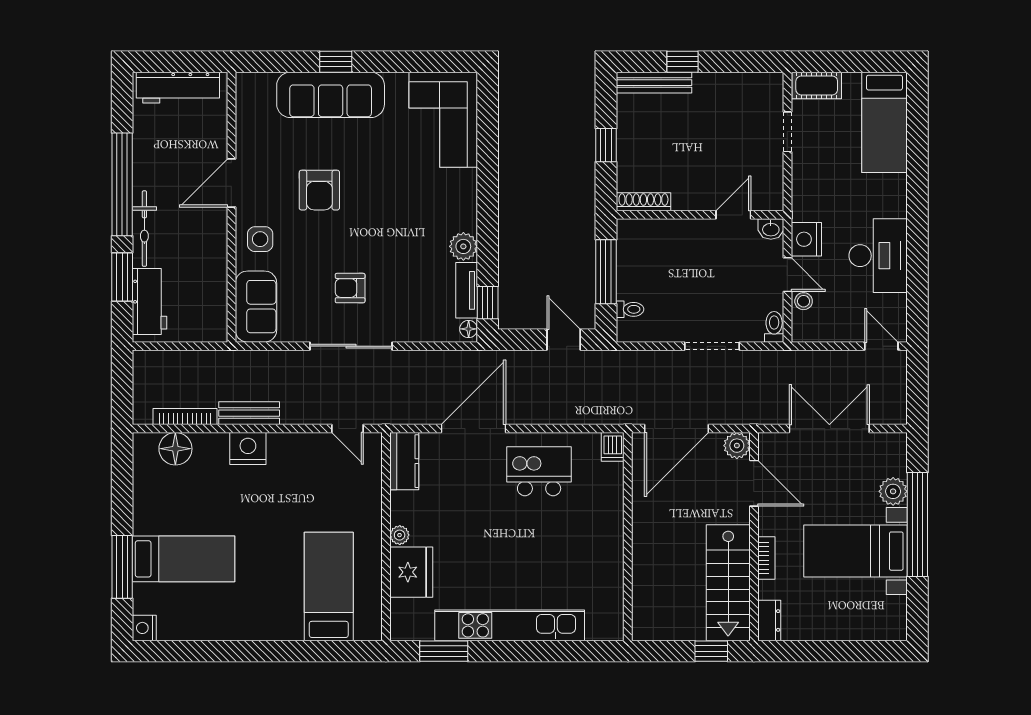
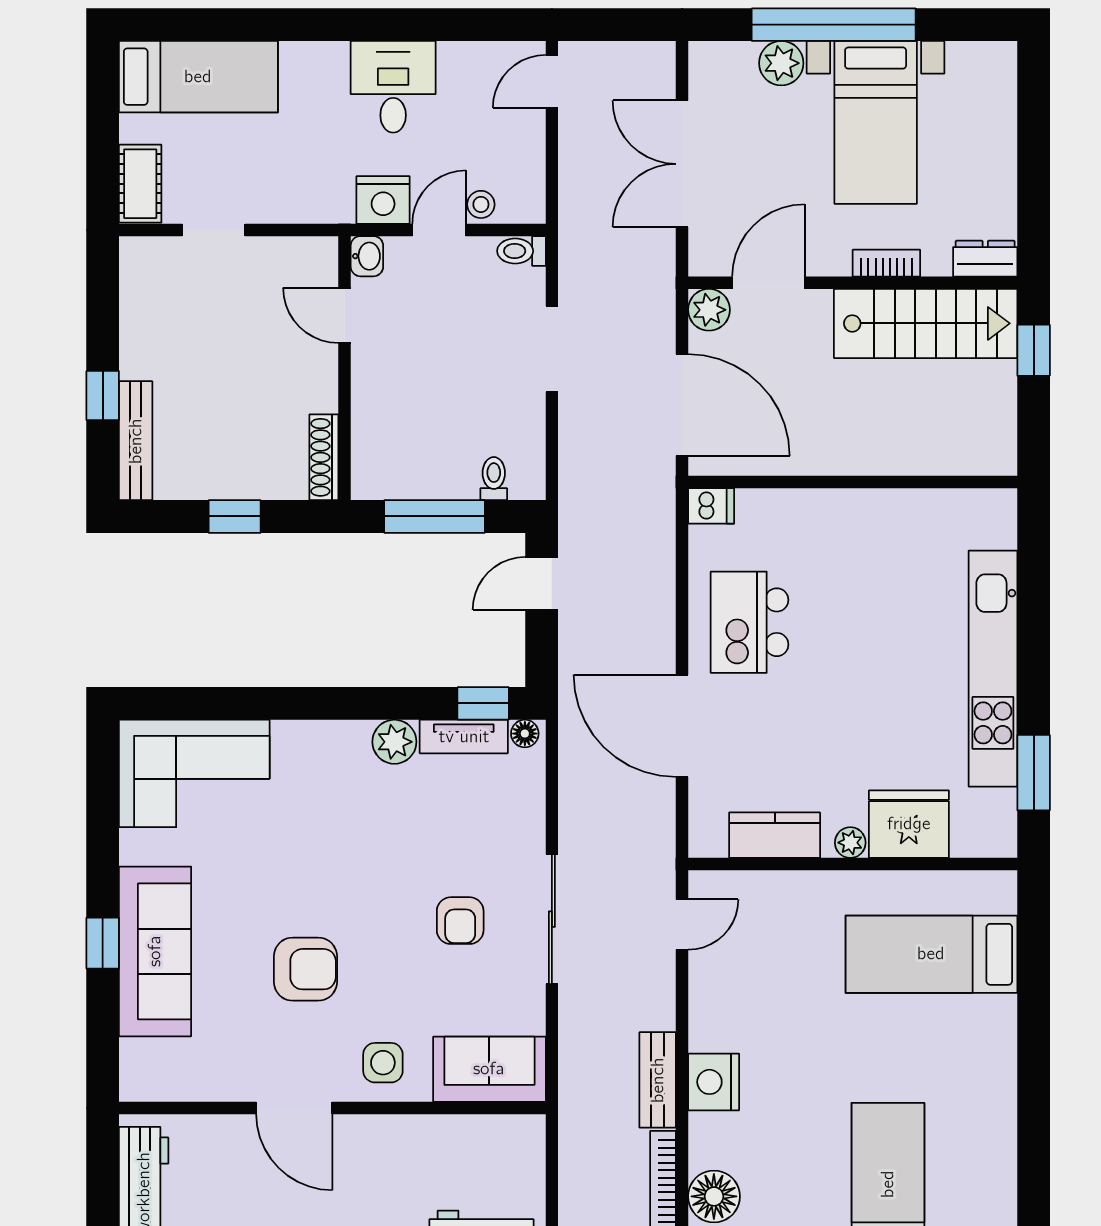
desk: (878, 256) -> (393, 87), width x0.73
kitchen counter: (404, 461) -> (775, 835), moved

